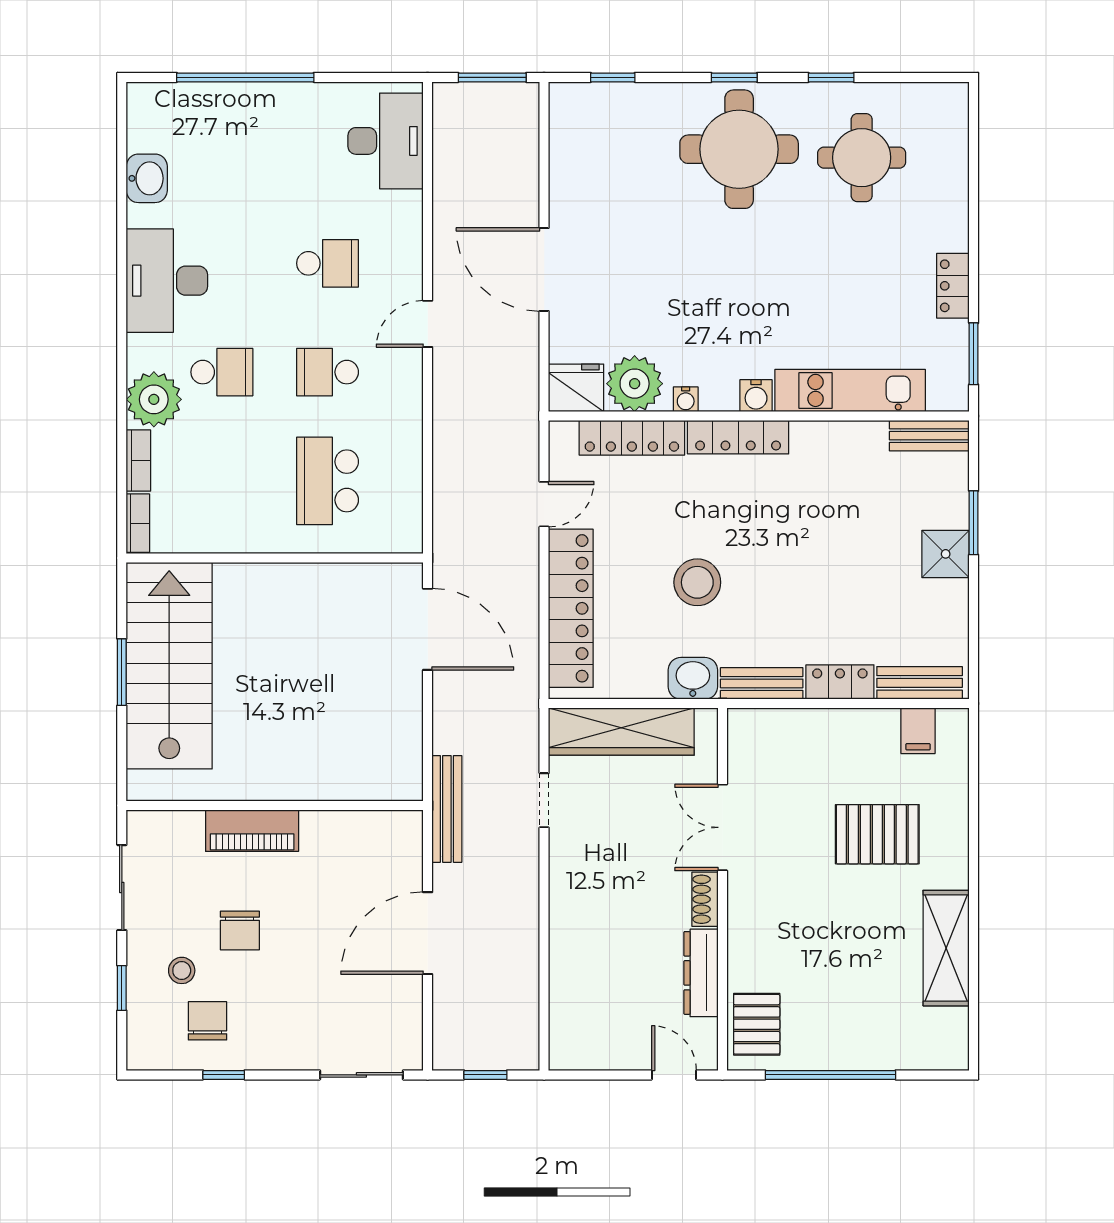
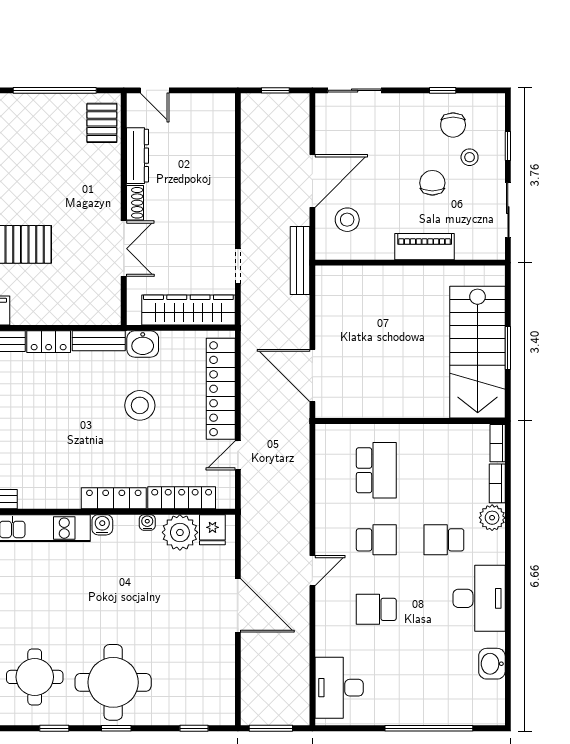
fridge: (576, 388) -> (212, 530), width x0.72
plant: (154, 399) -> (492, 518), width x0.73, depth x0.73
stool: (373, 873) -> (347, 220), added

